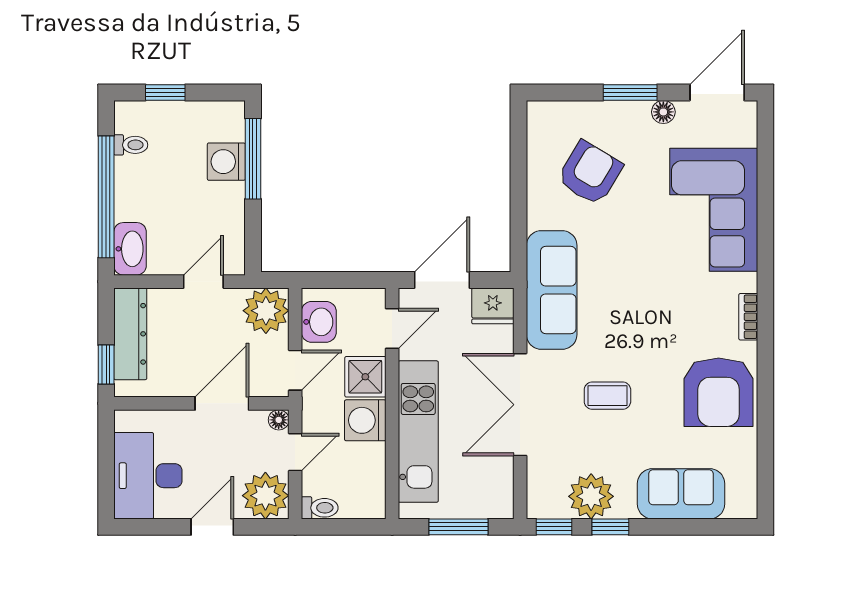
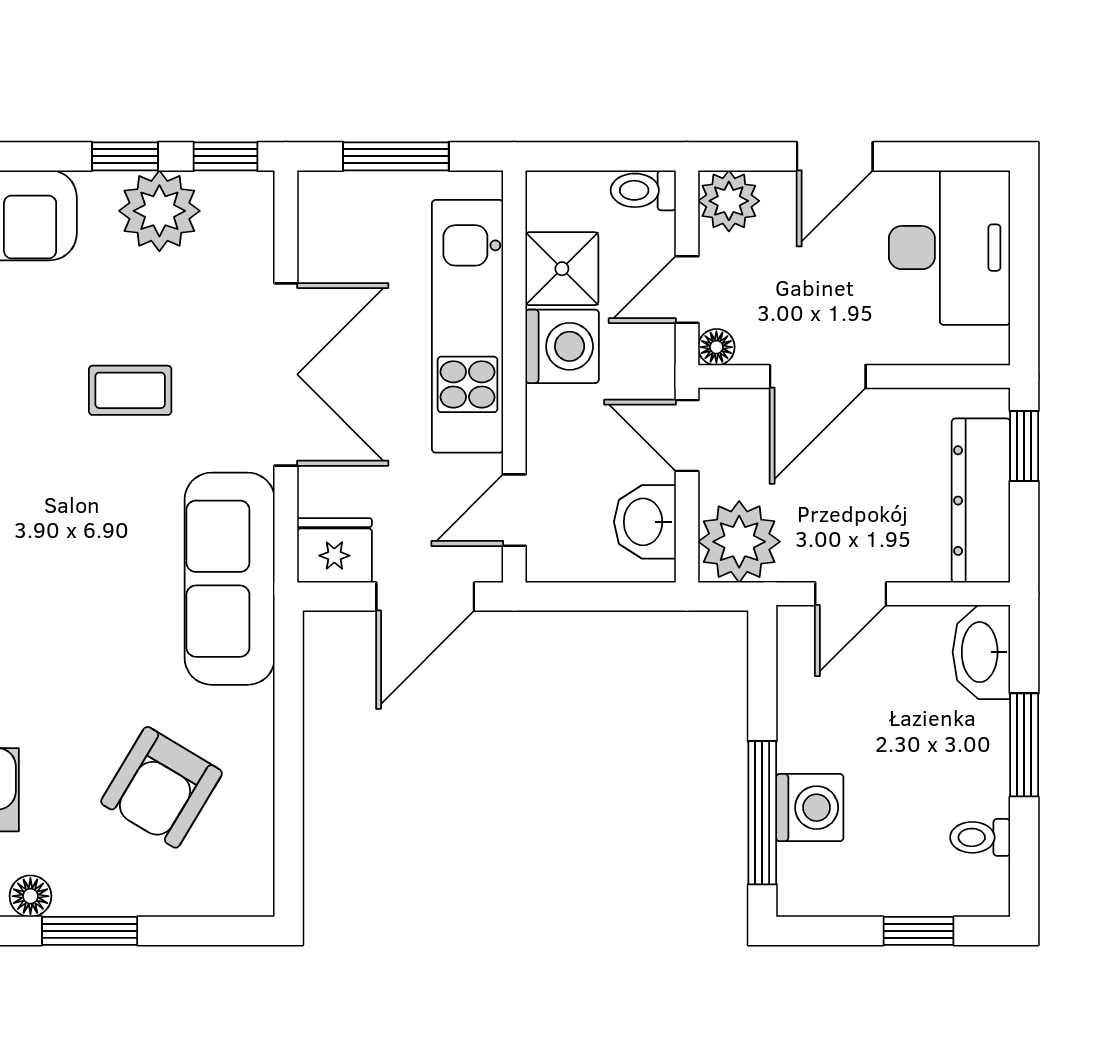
window: (106, 197) -> (1024, 745), width x0.47
door: (295, 370) -> (687, 436), hinge flipped
shower: (365, 377) -> (562, 269), moved
plant: (265, 496) -> (729, 201), width x0.73, depth x0.73

